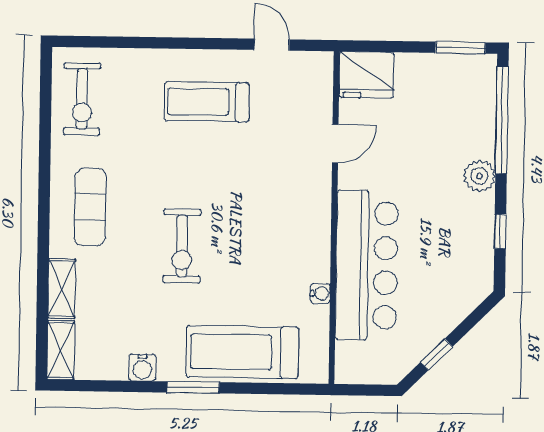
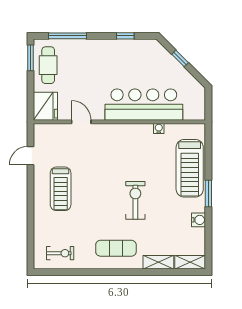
cafe table: (446, 82) -> (48, 65), added
exercise bike: (82, 99) -> (60, 253), width x0.73, depth x0.72
window: (502, 120) -> (68, 36), width x0.68
plant: (479, 176) -> (97, 47), removed
exercise bike: (182, 246) -> (135, 200), turned -90
window: (437, 354) -> (180, 58), moved

